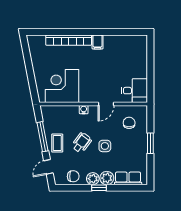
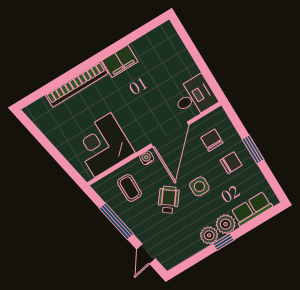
filing cabinet: (98, 42) -> (120, 61), width x2.00
door: (106, 104) -> (170, 134), width x1.87
coffee table: (57, 143) -> (129, 188), moved
chair: (73, 176) -> (231, 163), moved

